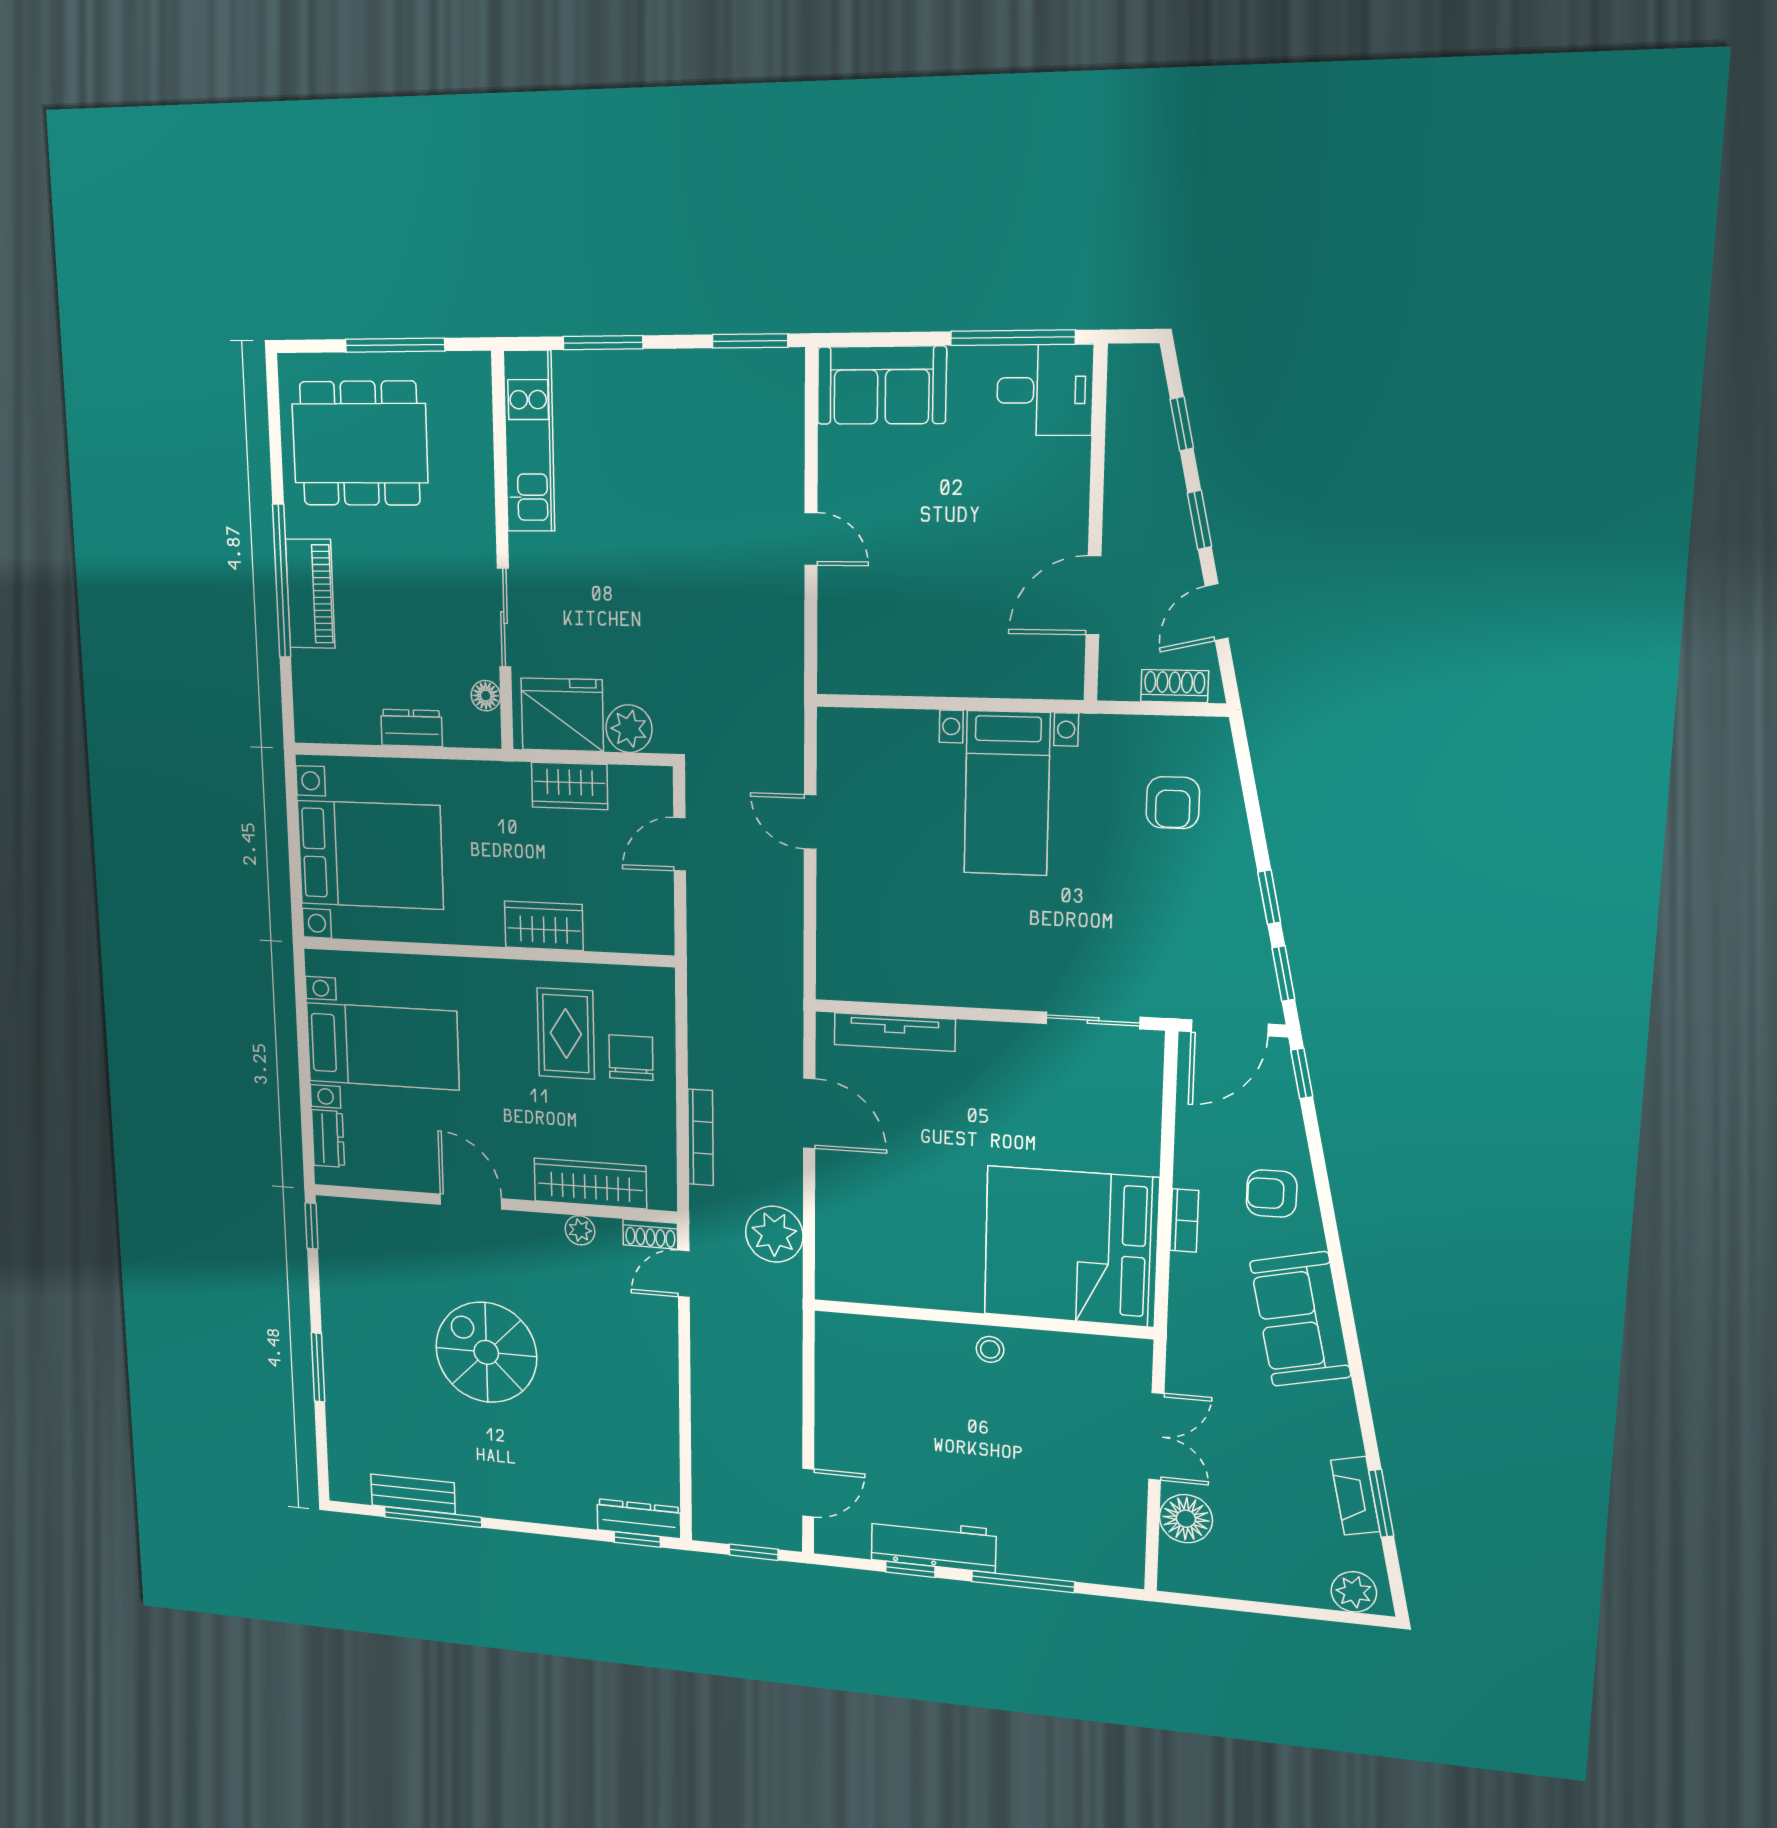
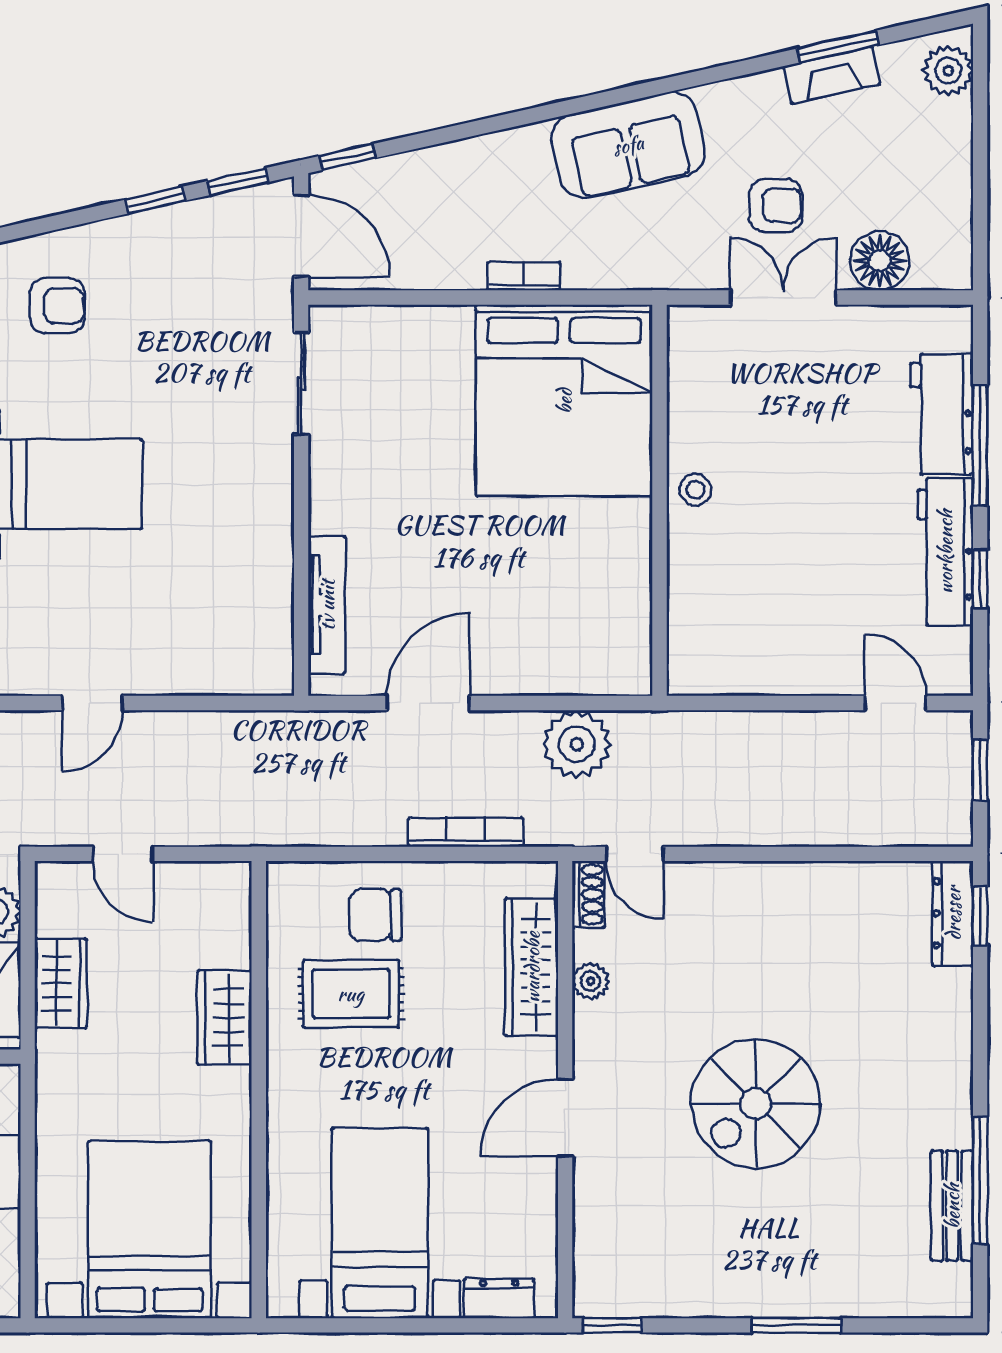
armchair: (1272, 1194) -> (776, 205), moved, turned -90
workbench: (1051, 1554) -> (942, 414), added

